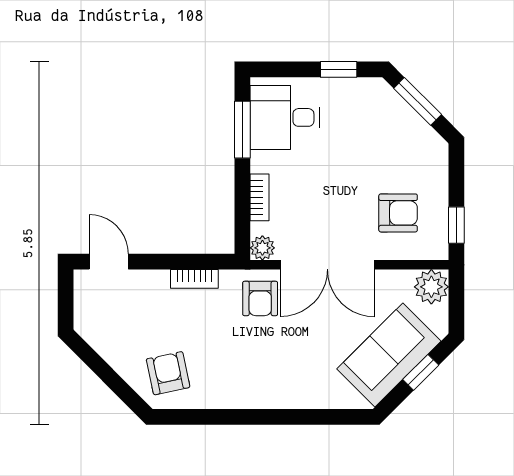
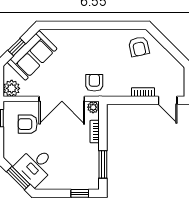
window: (339, 69) -> (80, 193), moved
desk: (285, 117) -> (35, 166), moved, turned 135
double door: (327, 265) -> (62, 99), swing flipped
bookcase: (194, 279) -> (143, 92), moved

